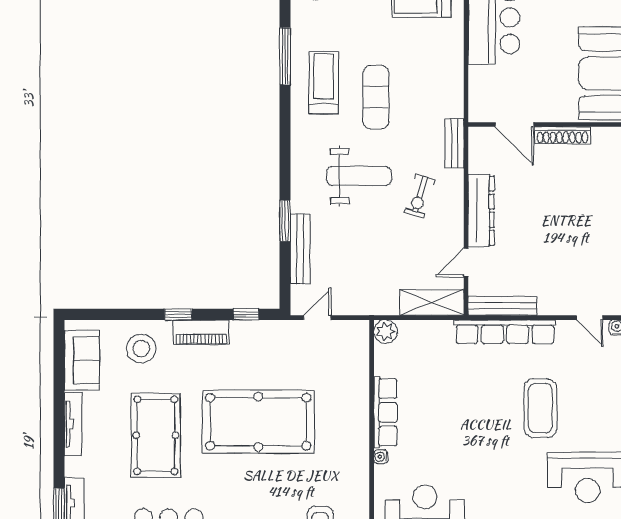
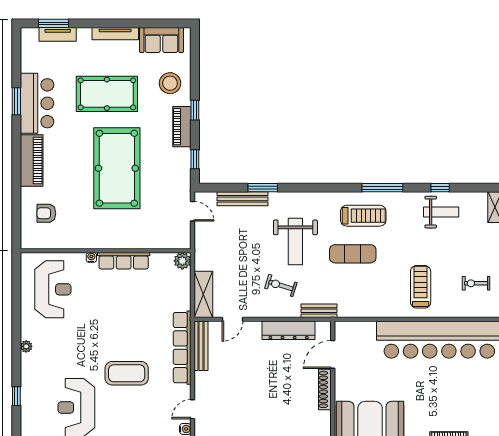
dresser: (481, 211) -> (289, 330), moved
door: (466, 263) -> (233, 319), swing flipped

